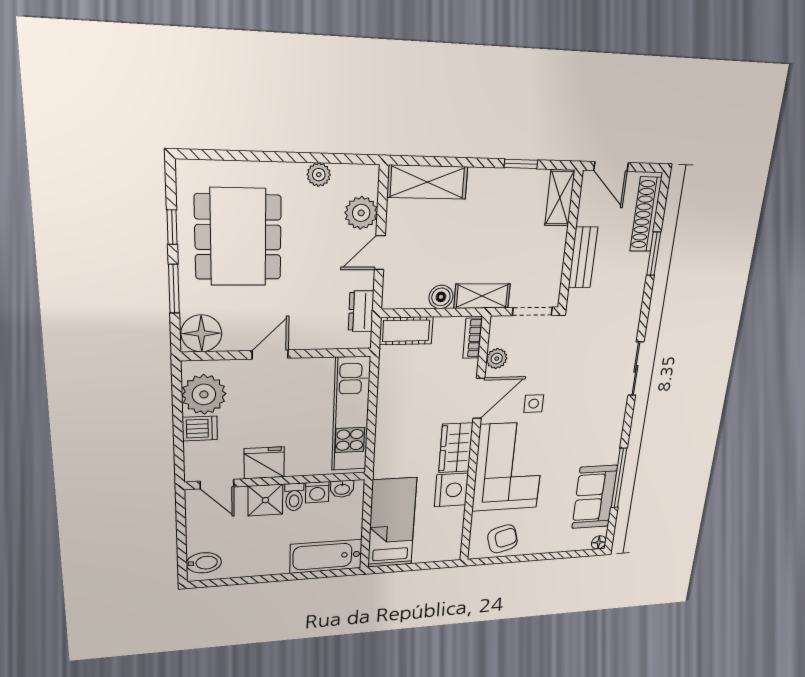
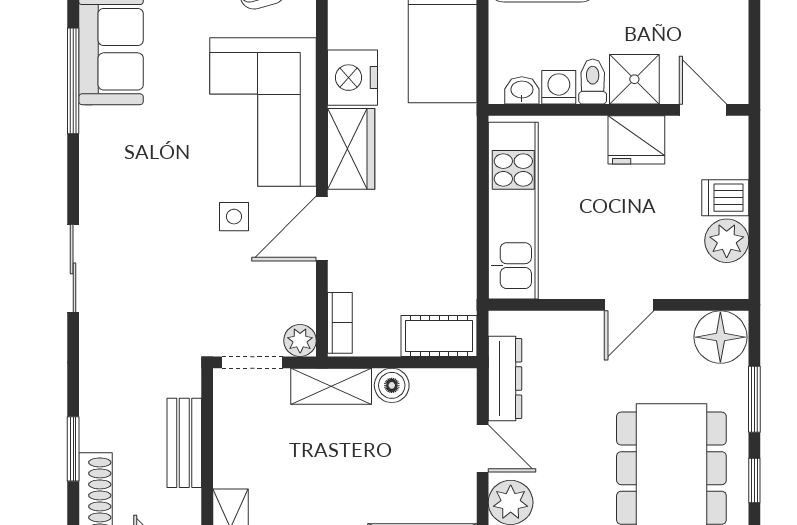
door: (380, 253) -> (483, 449), hinge flipped
dresser: (361, 311) -> (505, 378), width x1.44
plant: (497, 359) -> (300, 341), moved
plant: (204, 394) -> (727, 241), width x0.73, depth x0.73

